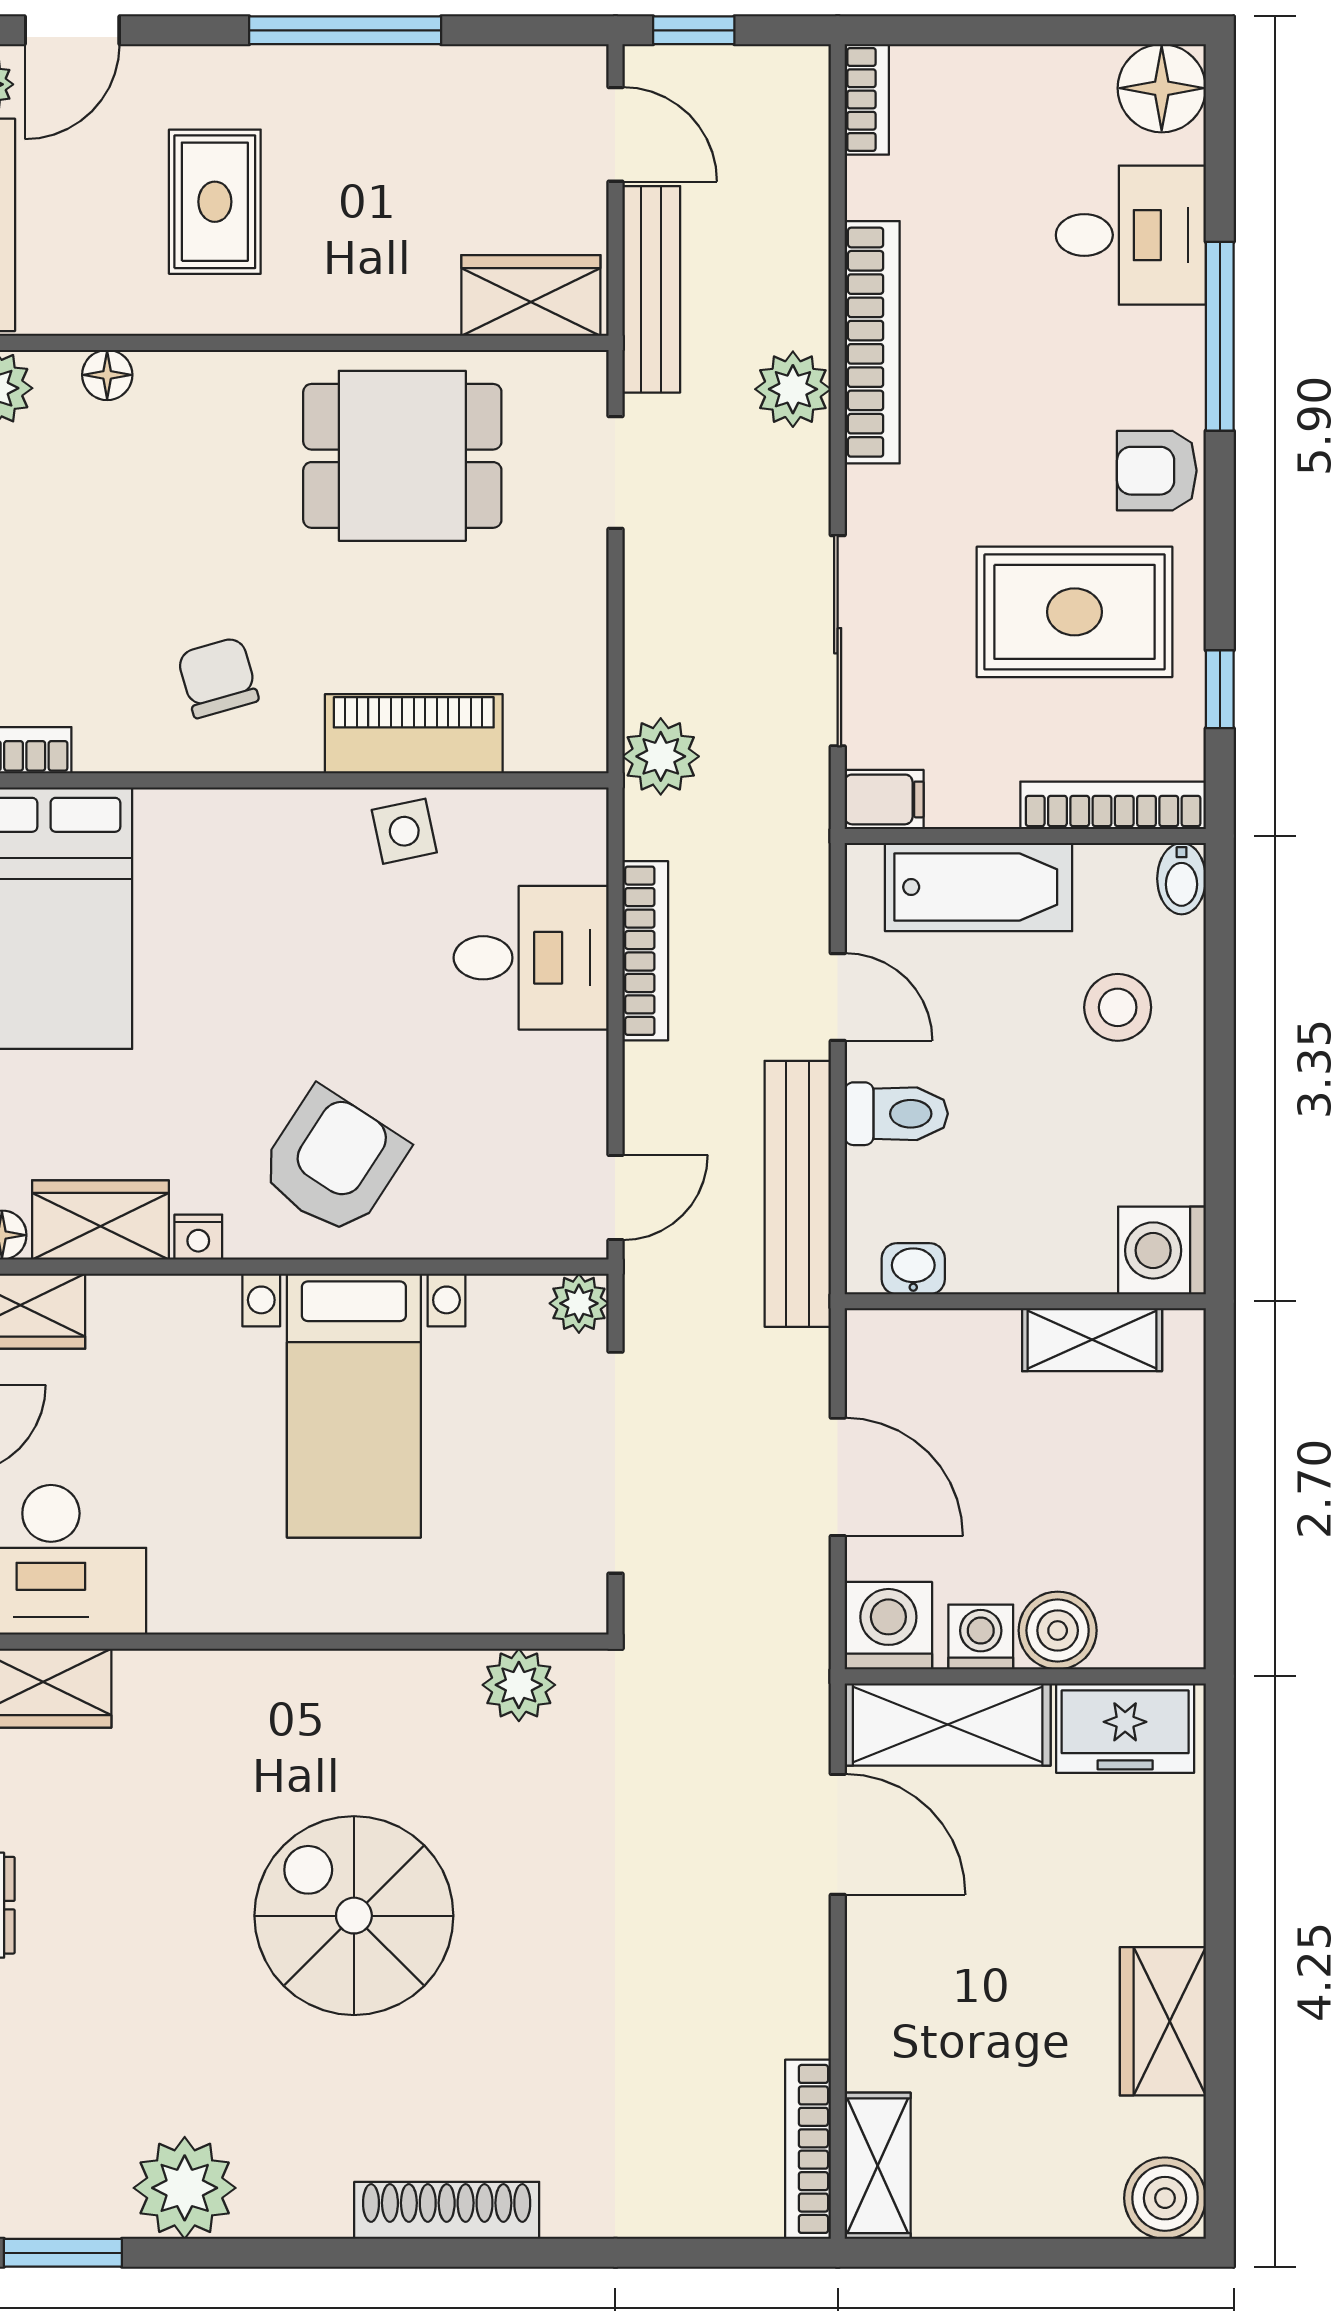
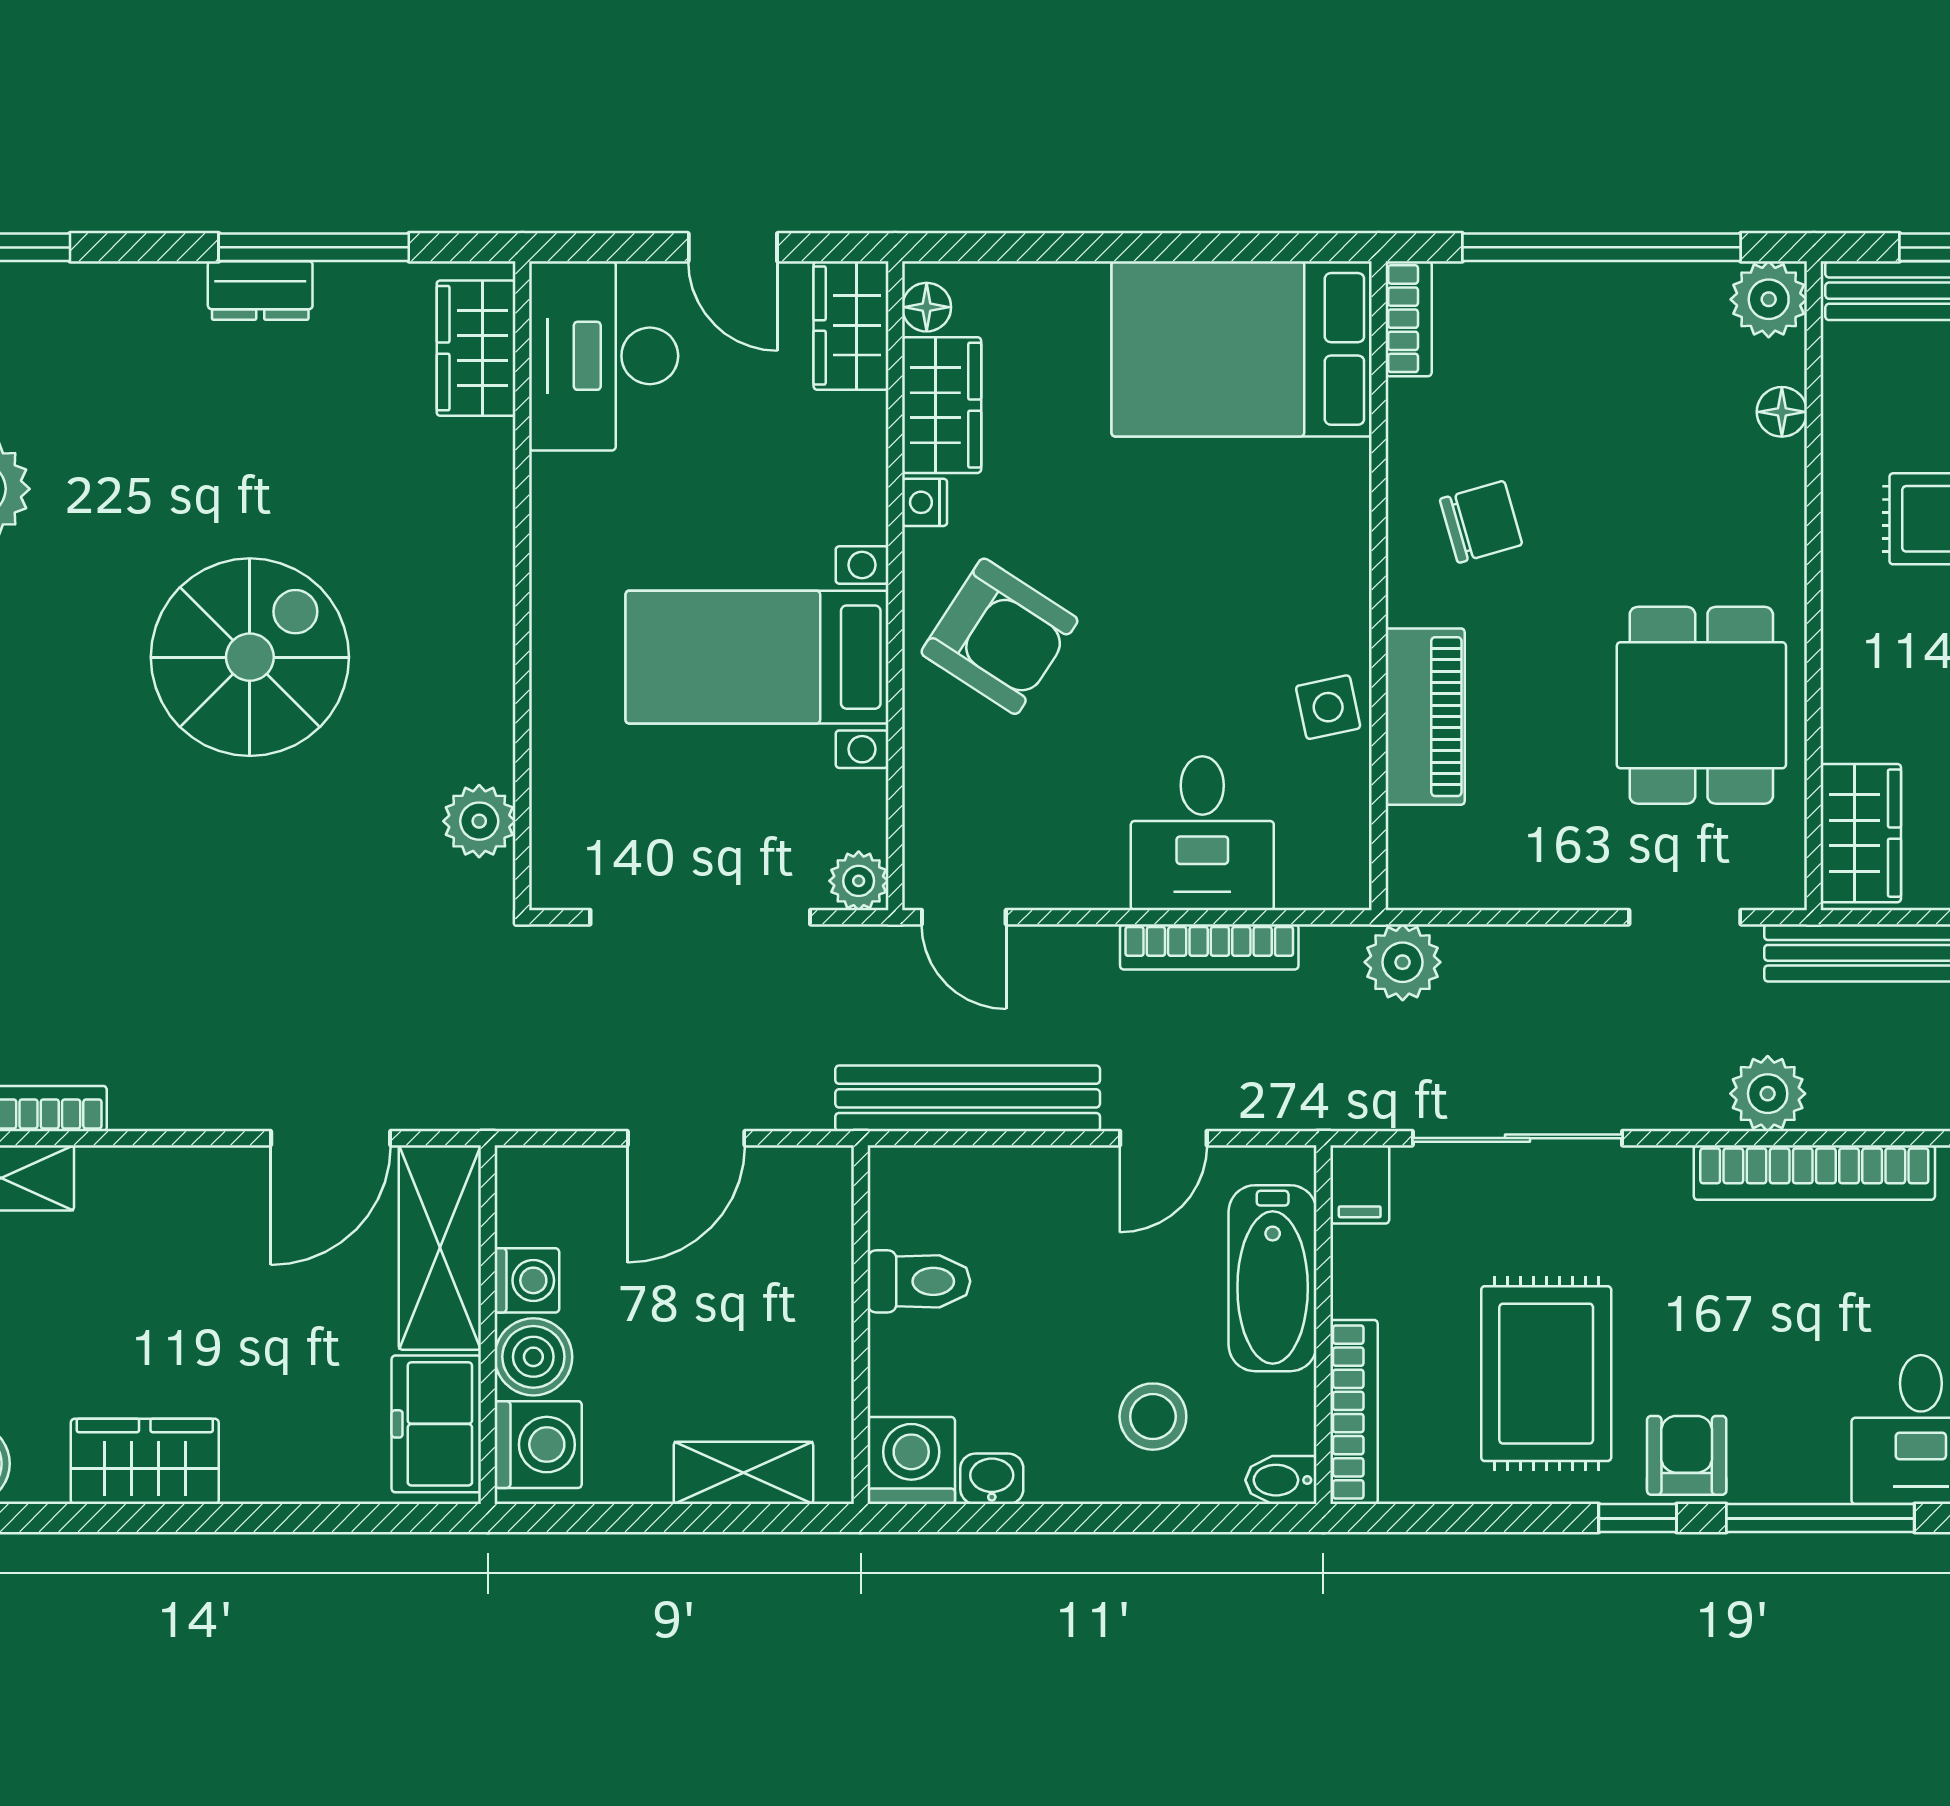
window: (1220, 689) -> (1638, 1518), moved
toilet: (896, 1114) -> (919, 1281), moved, turned -90
washbasin: (913, 1269) -> (992, 1479), moved, turned -90
shelving: (1092, 1340) -> (743, 1473), moved, turned 90
washing machine: (888, 1626) -> (538, 1445), moved

